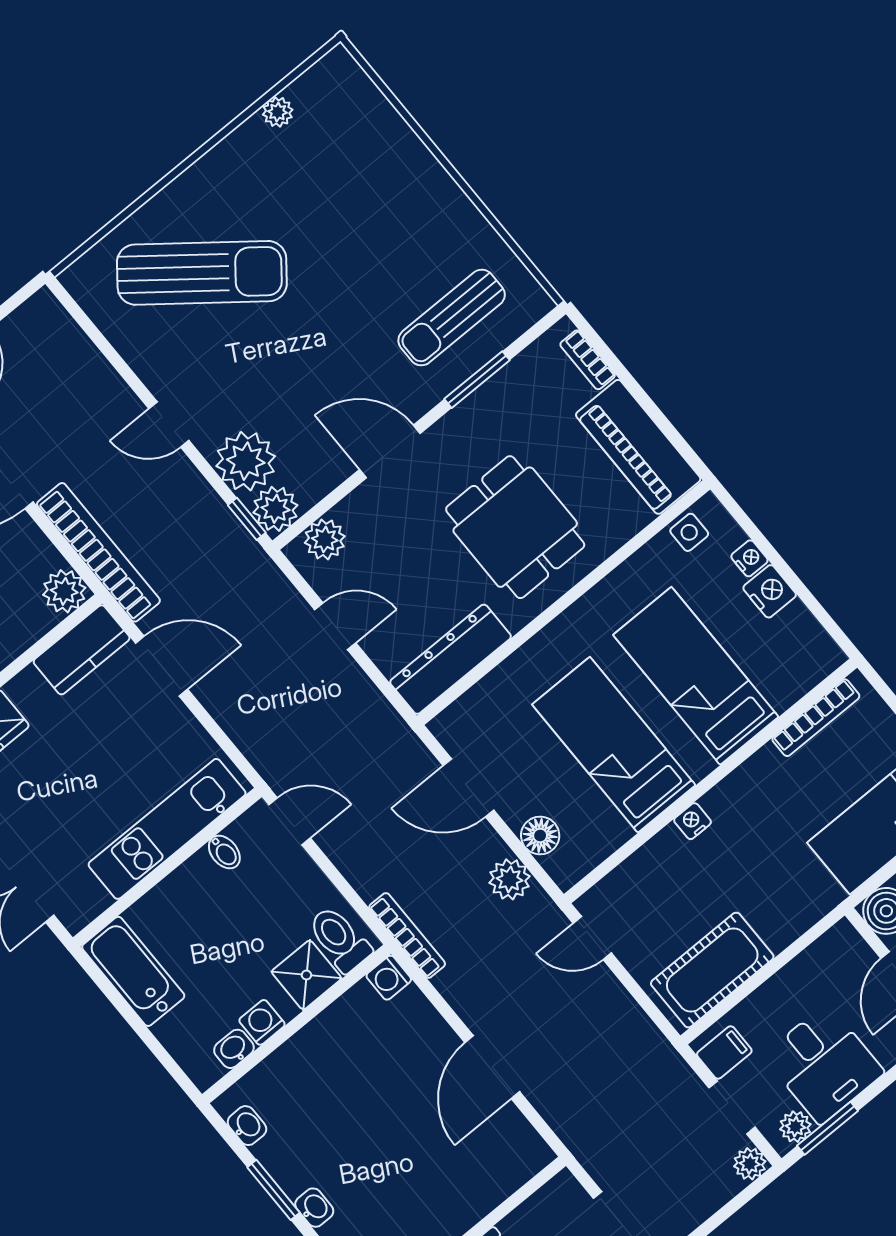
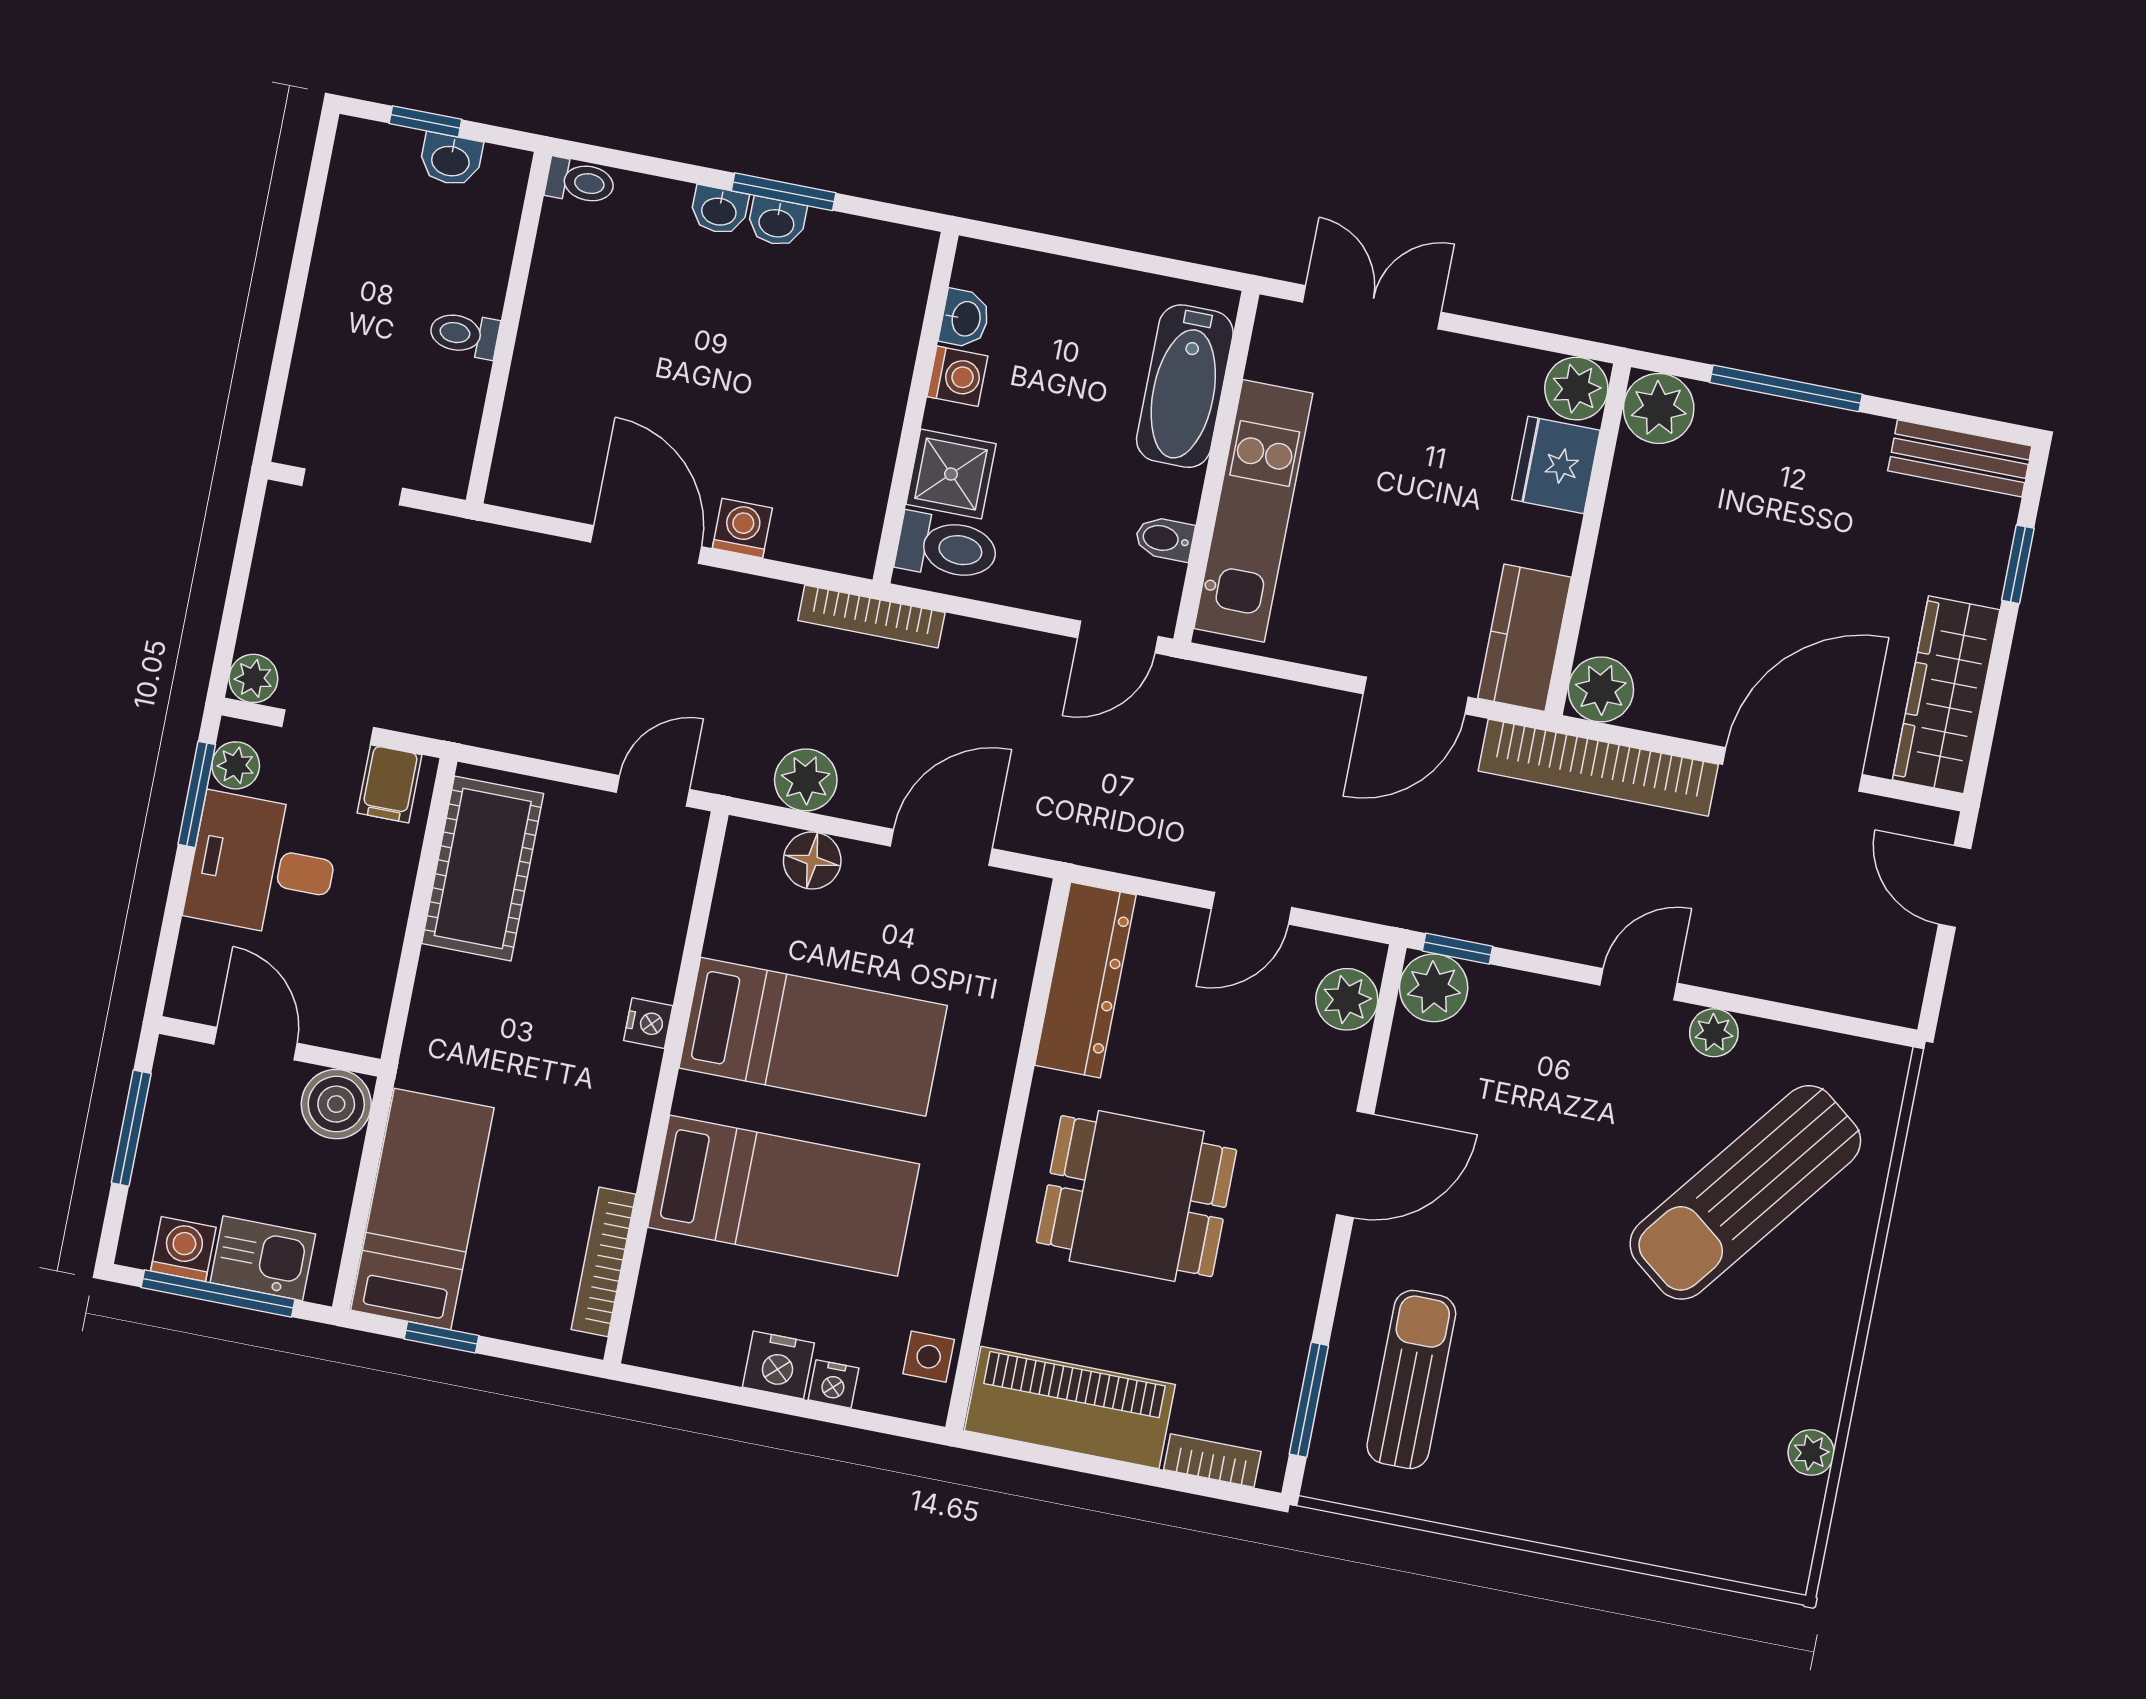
window: (477, 380) -> (1309, 1400), moved
plant: (246, 461) -> (1714, 1033), moved, width x0.53, depth x0.53
bathtub: (133, 971) -> (1185, 386), moved, turned 90
washing machine: (389, 978) -> (742, 528), moved
washbasin: (247, 1126) -> (777, 222), moved

